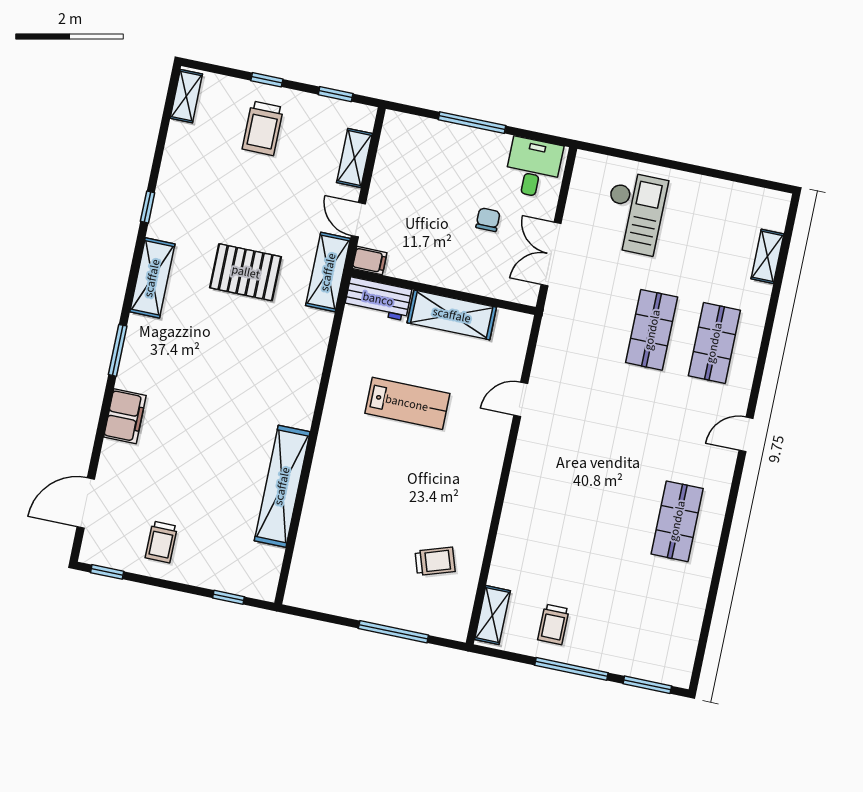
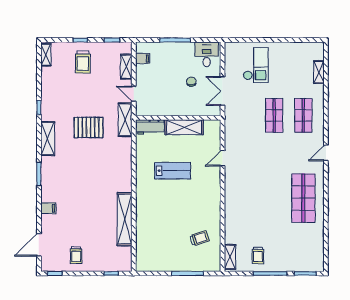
filing cabinet: (370, 261) -> (143, 58), moved
filing cabinet: (125, 416) -> (48, 208), width x0.50
shop shelf: (677, 521) -> (303, 198), width x1.43, depth x1.36

